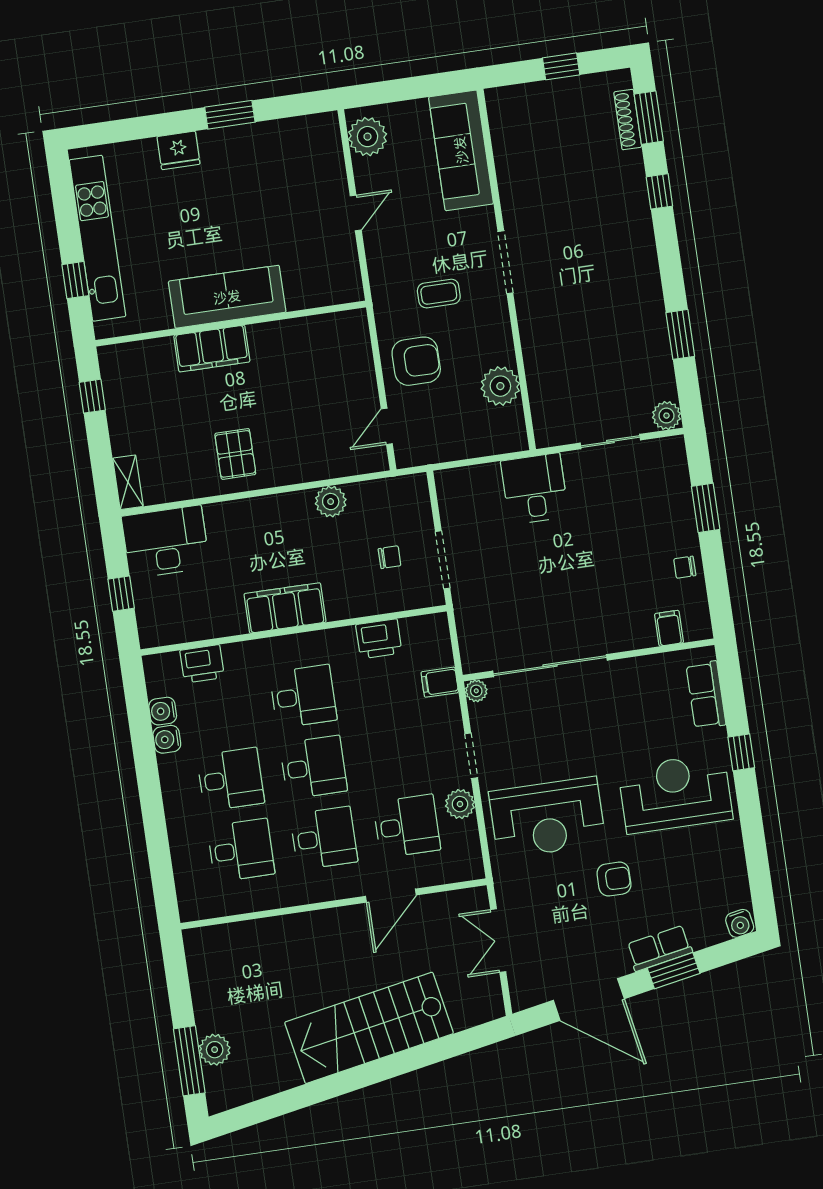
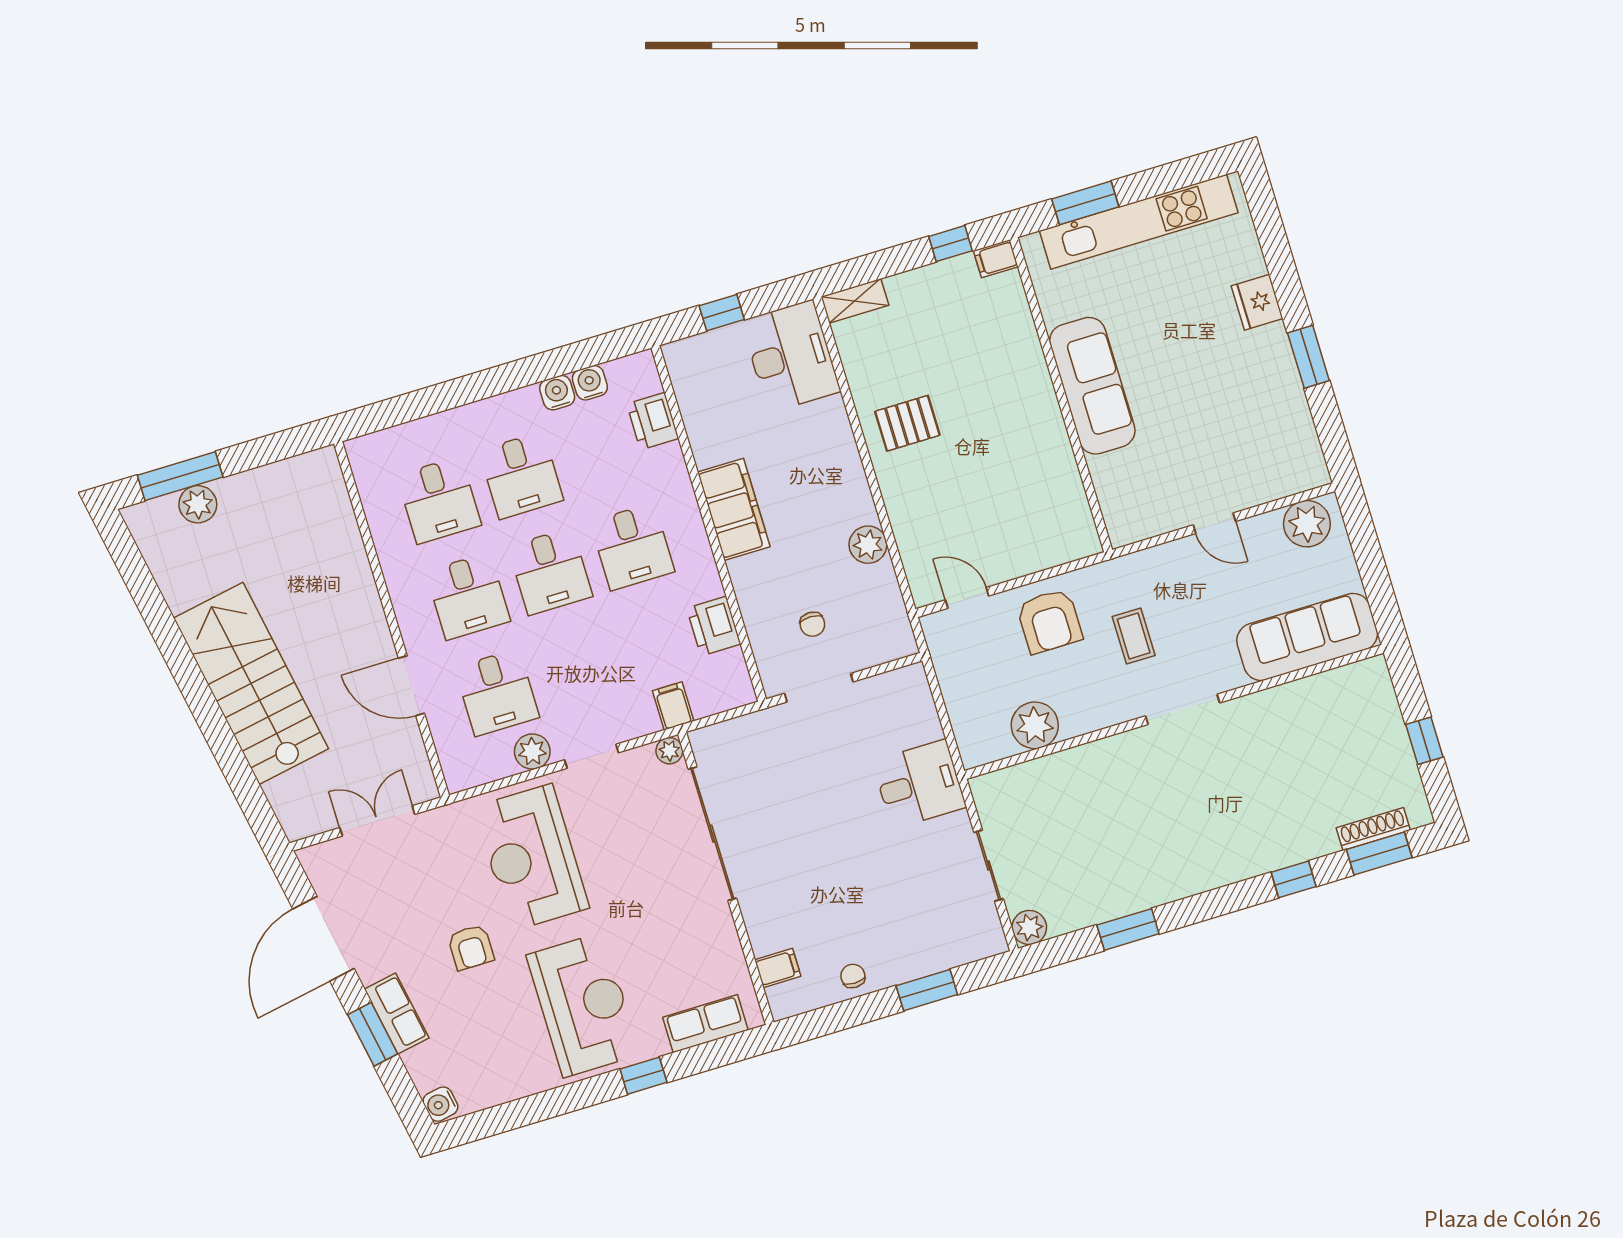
window: (75, 280) -> (1085, 203), width x1.50
filing cabinet: (212, 349) -> (996, 259), moved, width x0.33, depth x0.86

